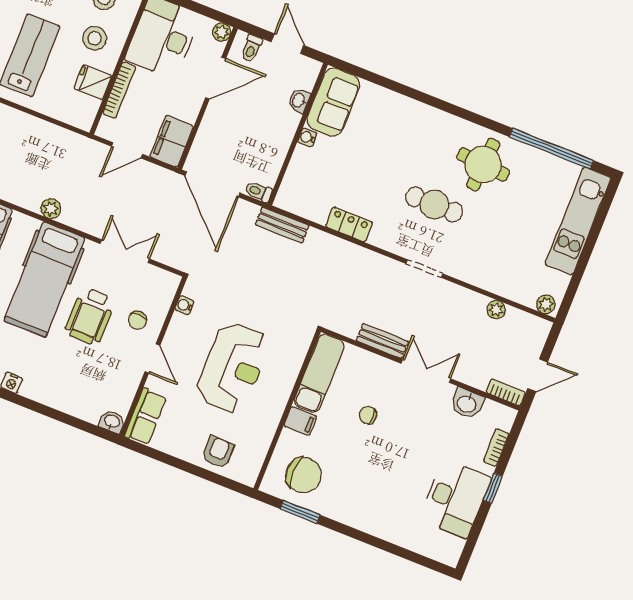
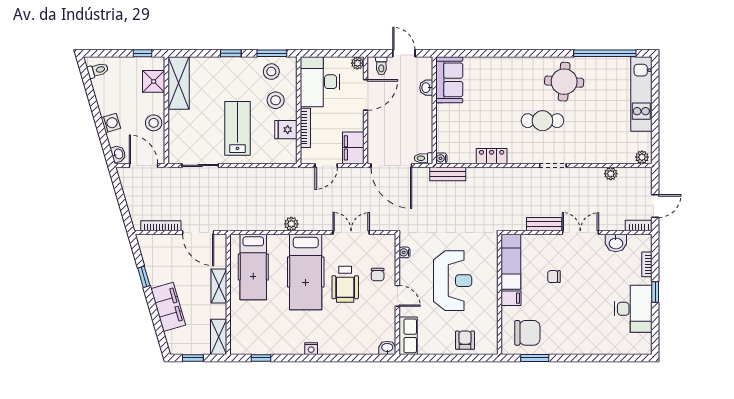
water cooler: (307, 137) -> (441, 158), moved

